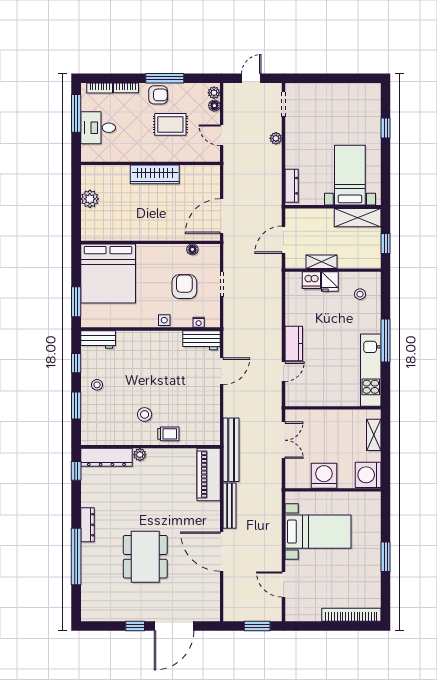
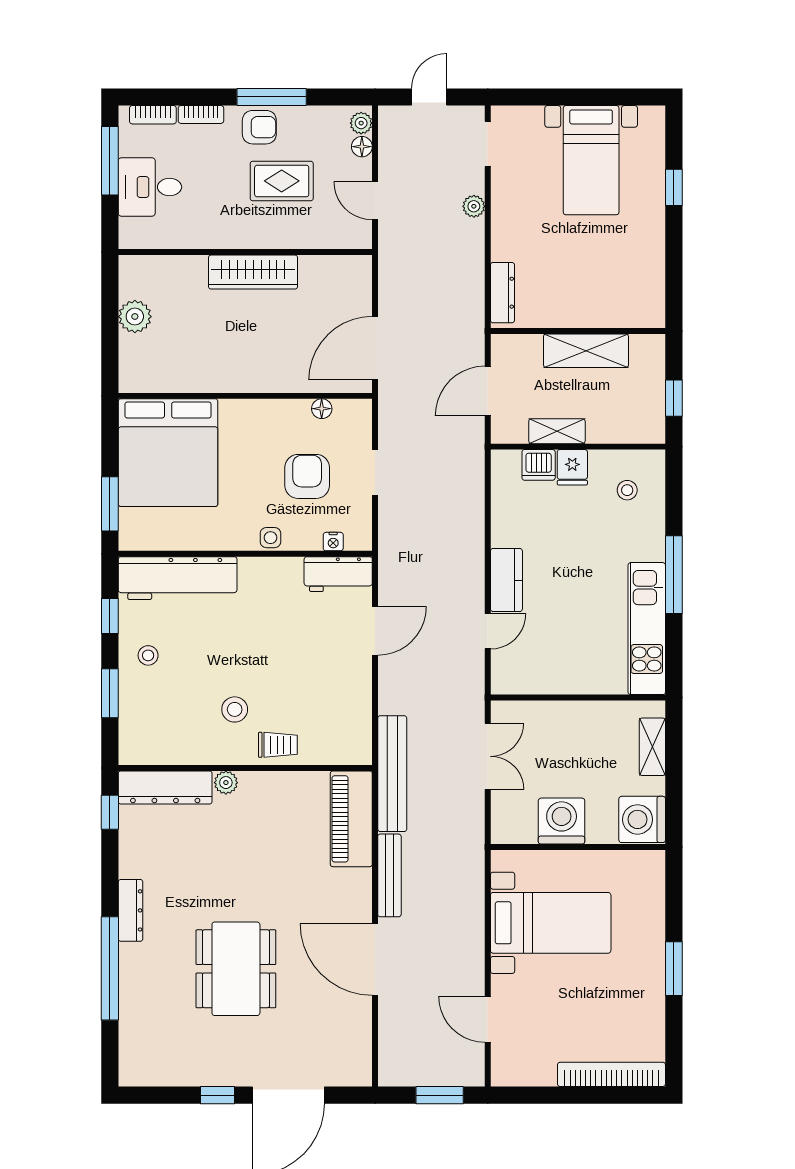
bed with nightstands: (350, 175) -> (591, 160), moved, turned 180
shelving: (358, 218) -> (586, 351), moved
workbench: (98, 339) -> (178, 578), width x1.88, depth x1.32

